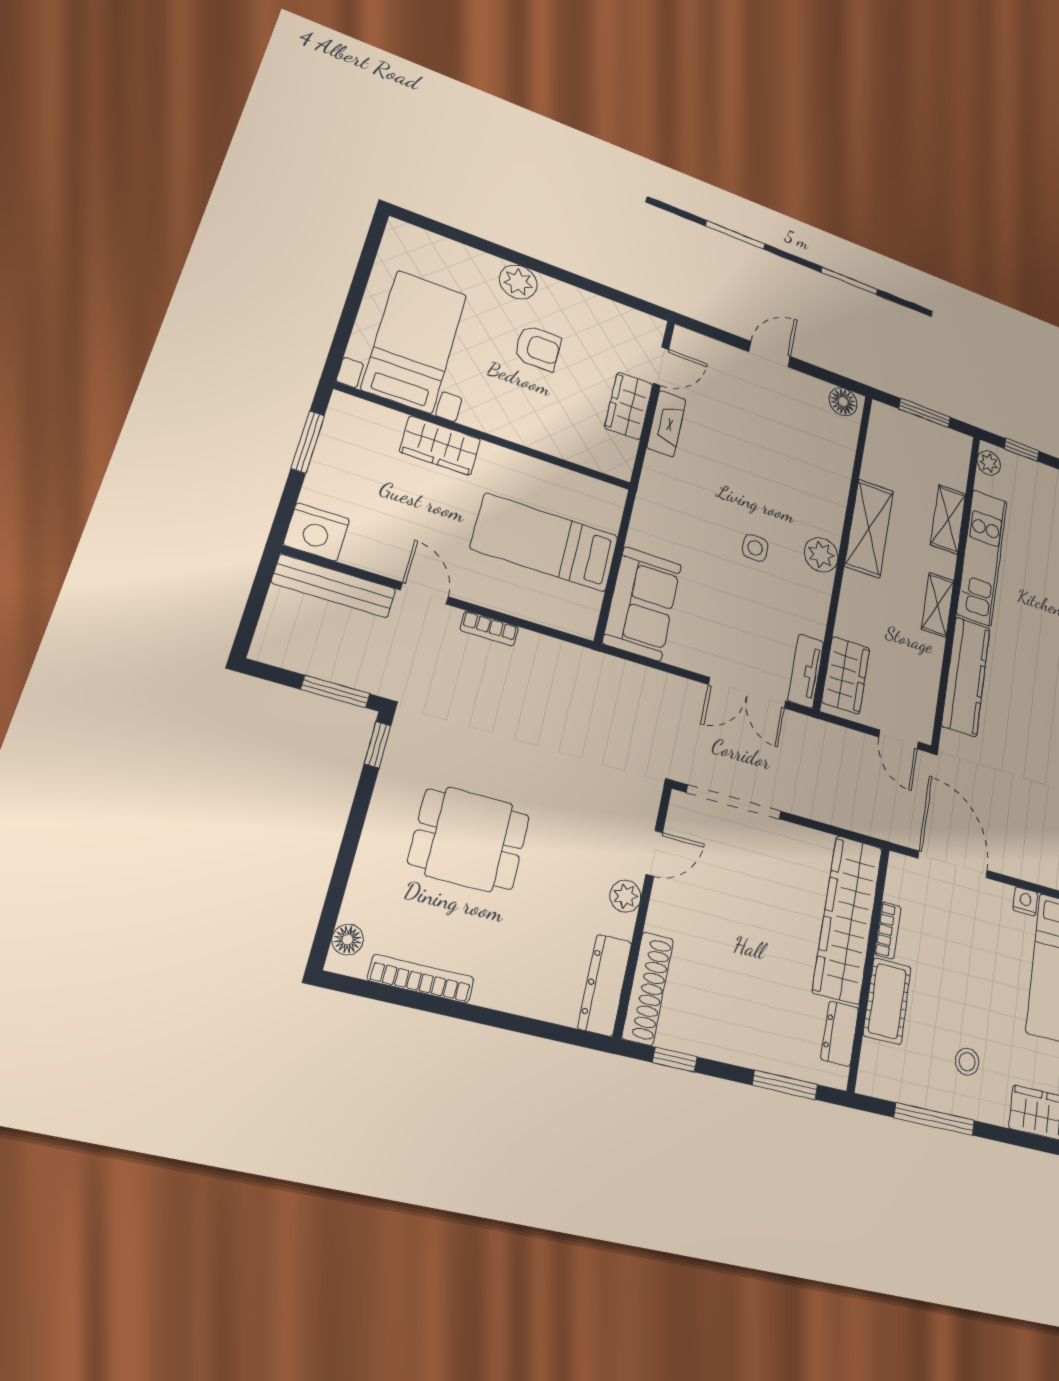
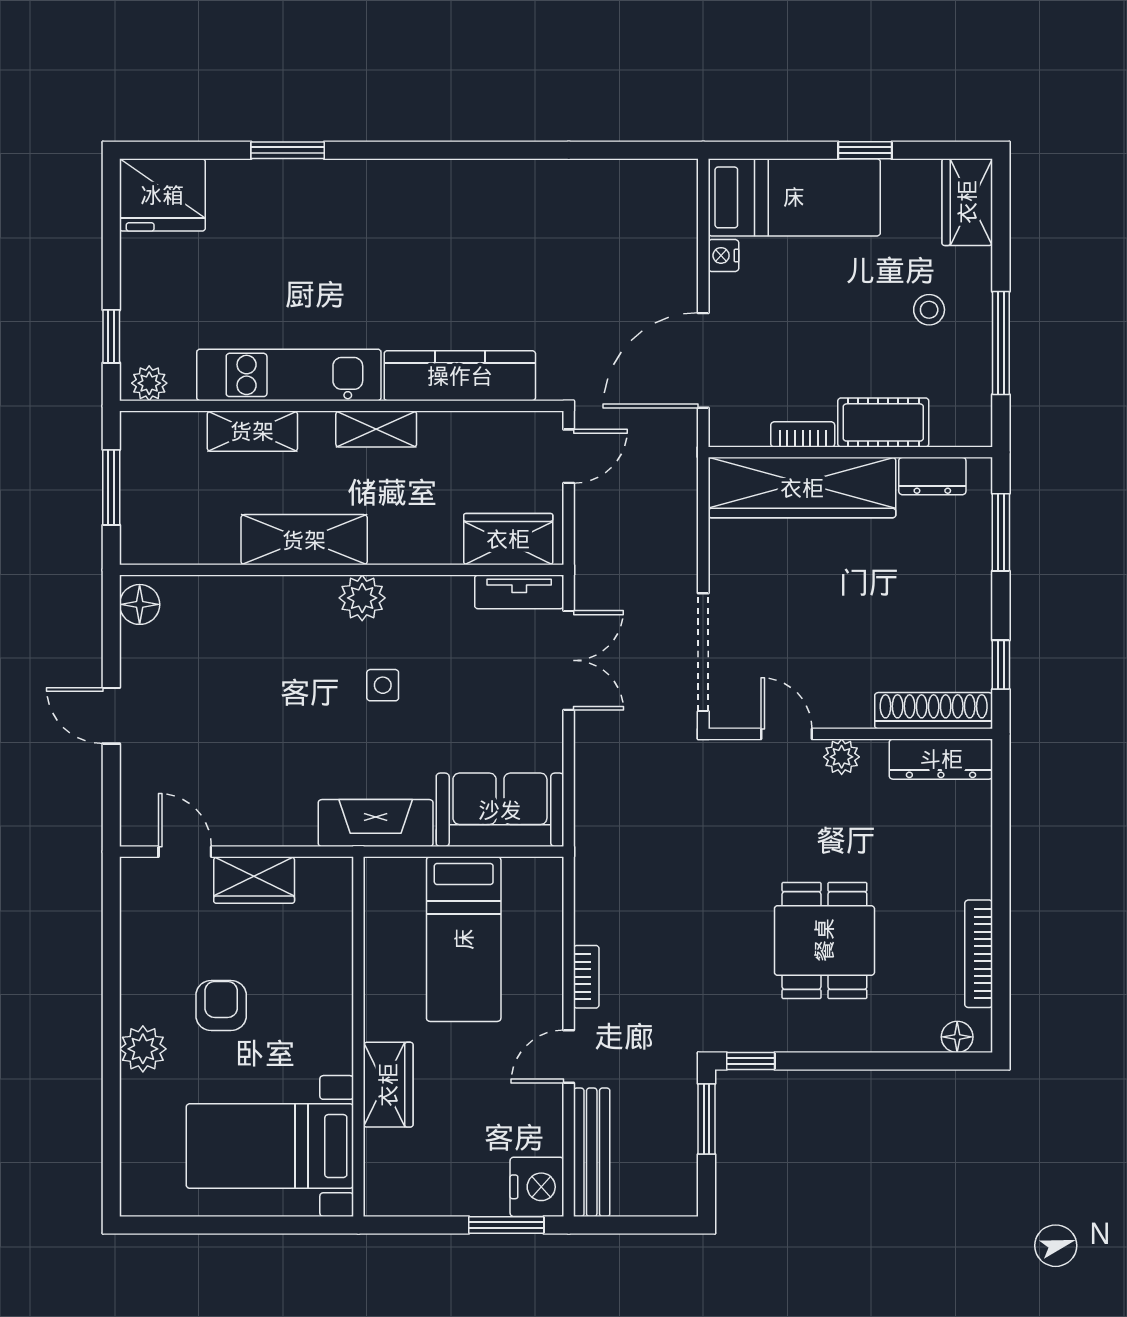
fireplace: (667, 424) -> (376, 823), moved, width x1.37, depth x1.32
window: (308, 442) -> (506, 1225), moved

